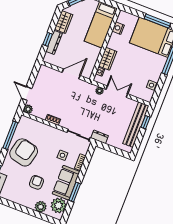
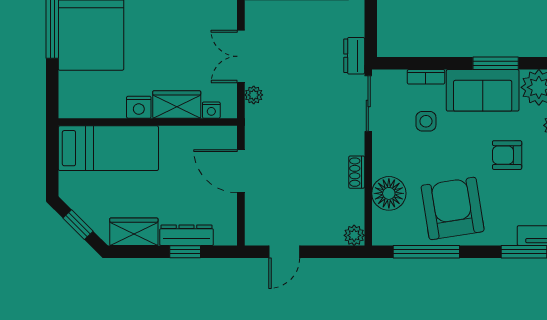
nightstand: (118, 28) -> (139, 107), moved
door: (27, 93) -> (284, 252), moved
floor lamp: (39, 129) -> (389, 193), added
armchair: (24, 152) -> (453, 208), turned 68

